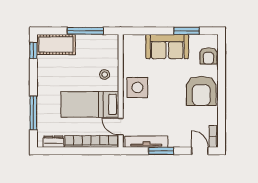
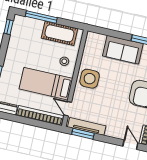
window: (85, 31) -> (41, 17), moved
cot: (56, 44) -> (59, 33), moved
window: (161, 151) -> (83, 134), moved

